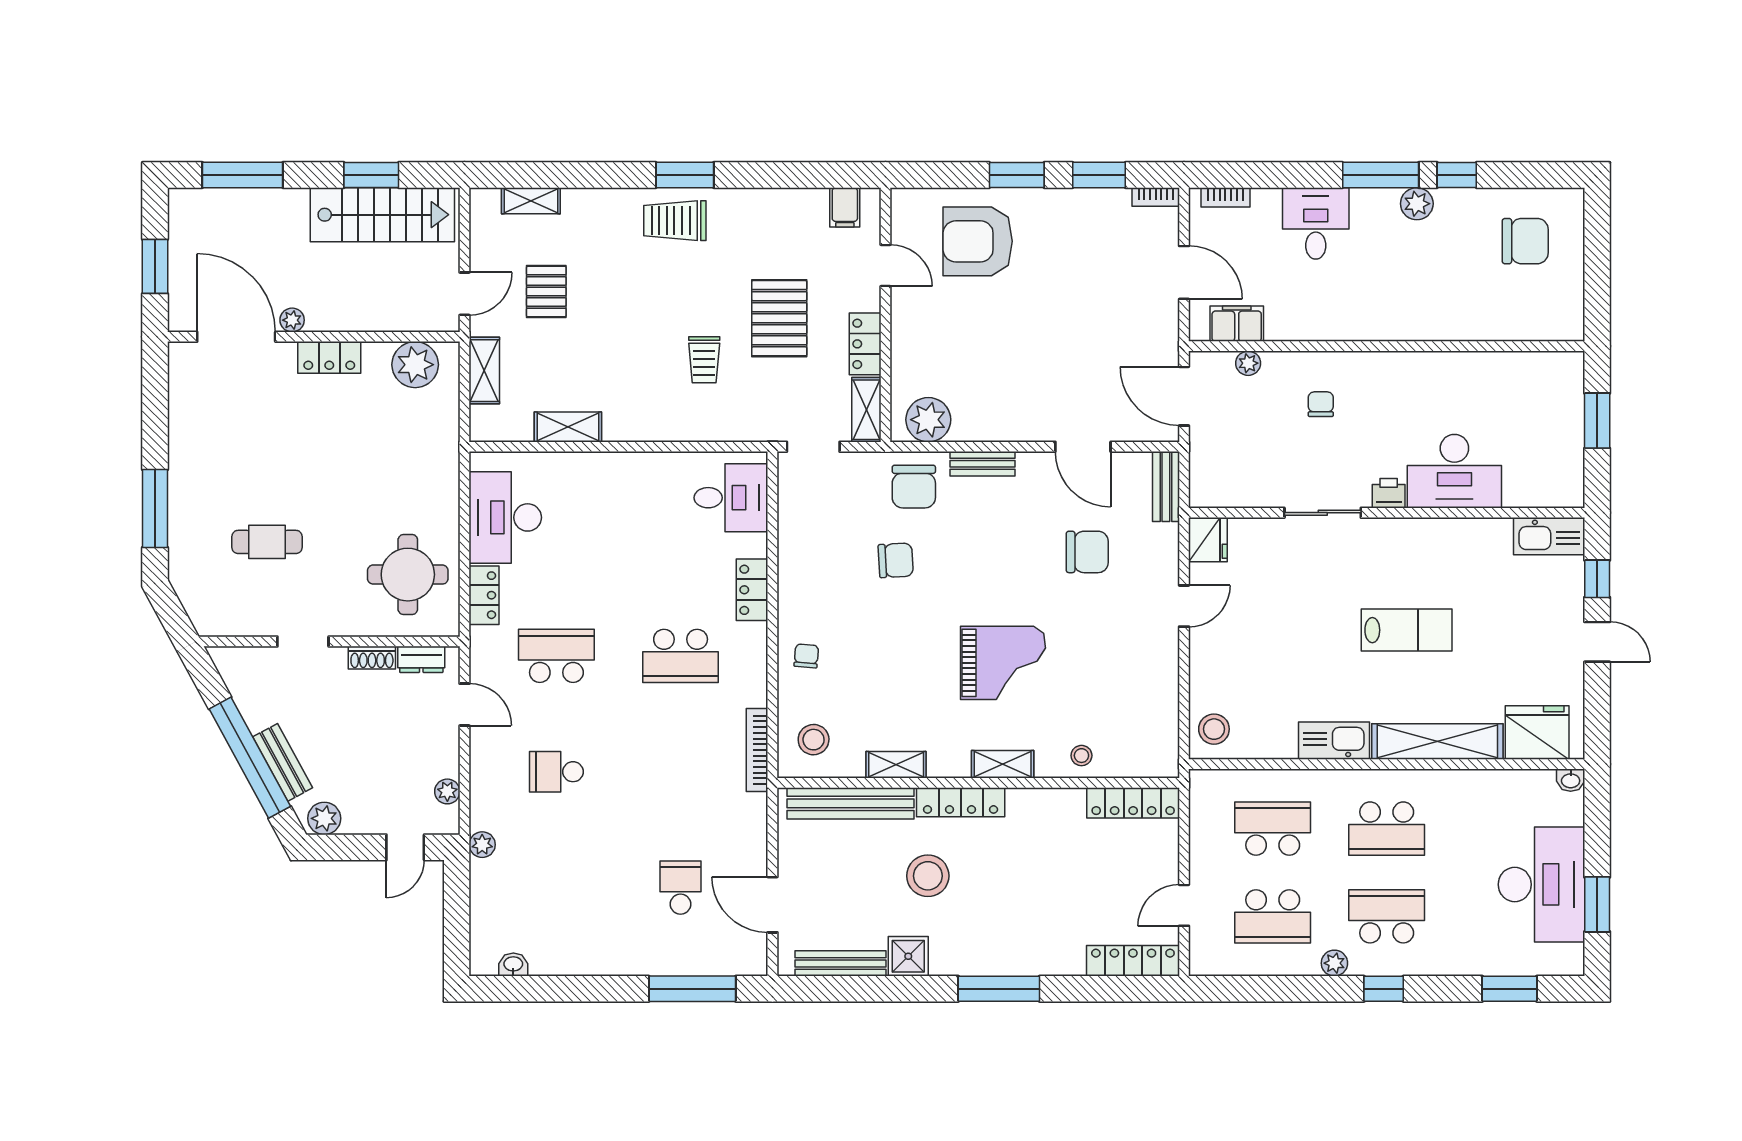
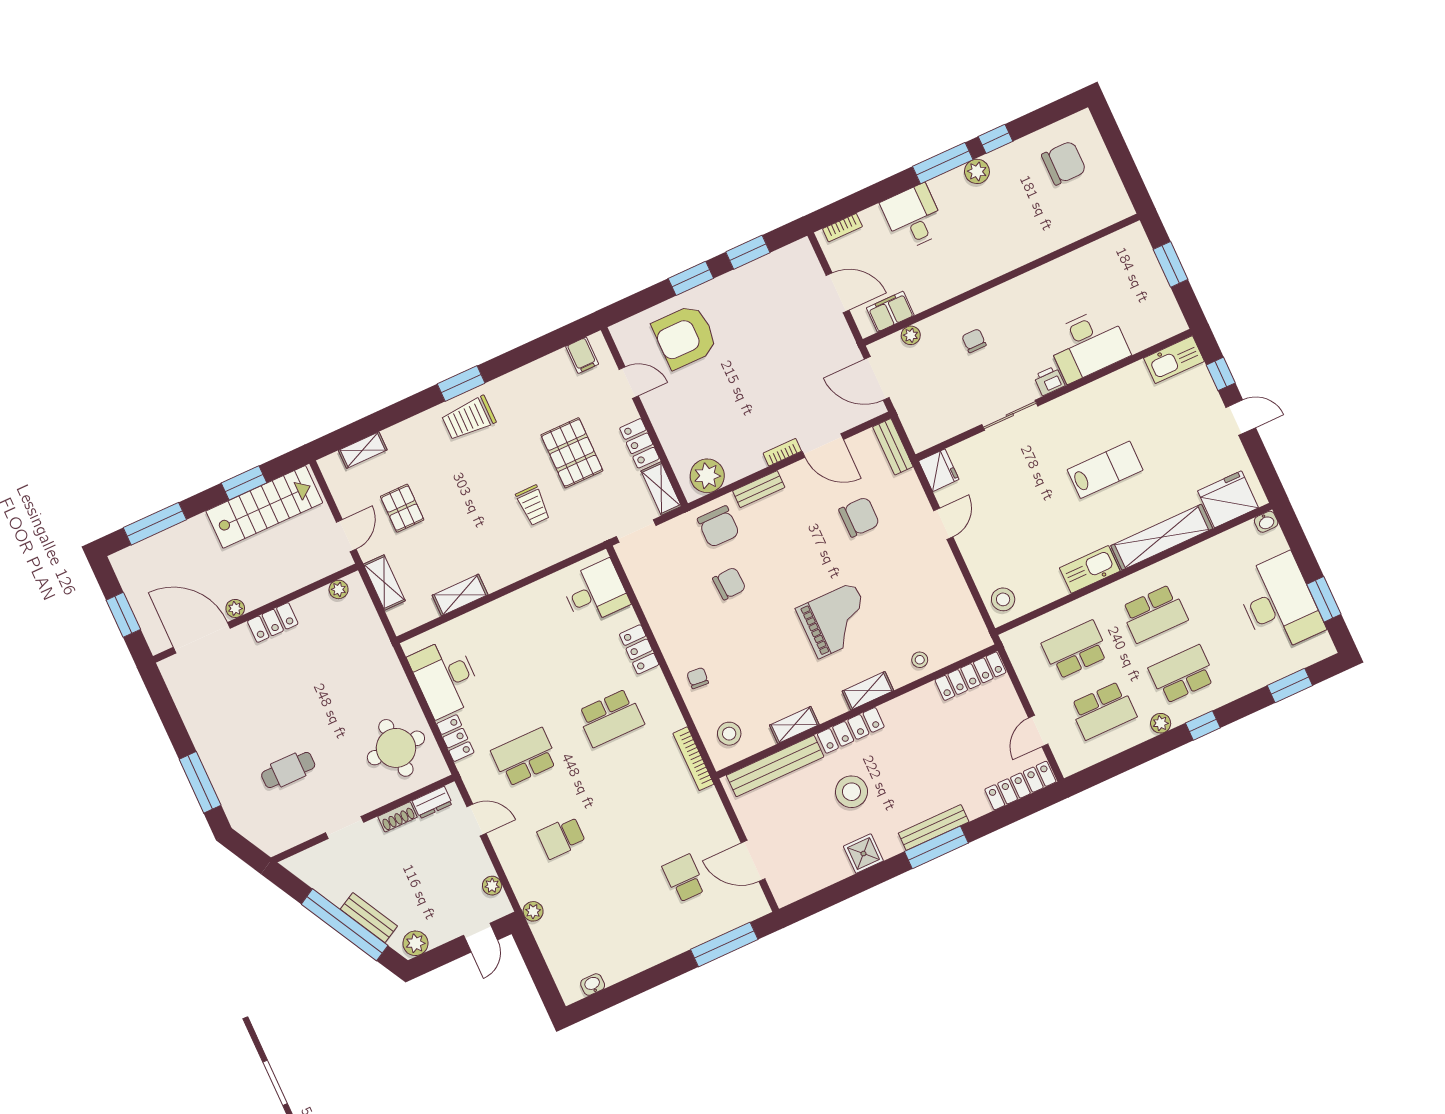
bookcase: (1156, 197) -> (782, 452), moved, turned 180
plant: (415, 365) -> (339, 589), width x0.53, depth x0.53
bench: (840, 963) -> (934, 827), moved

